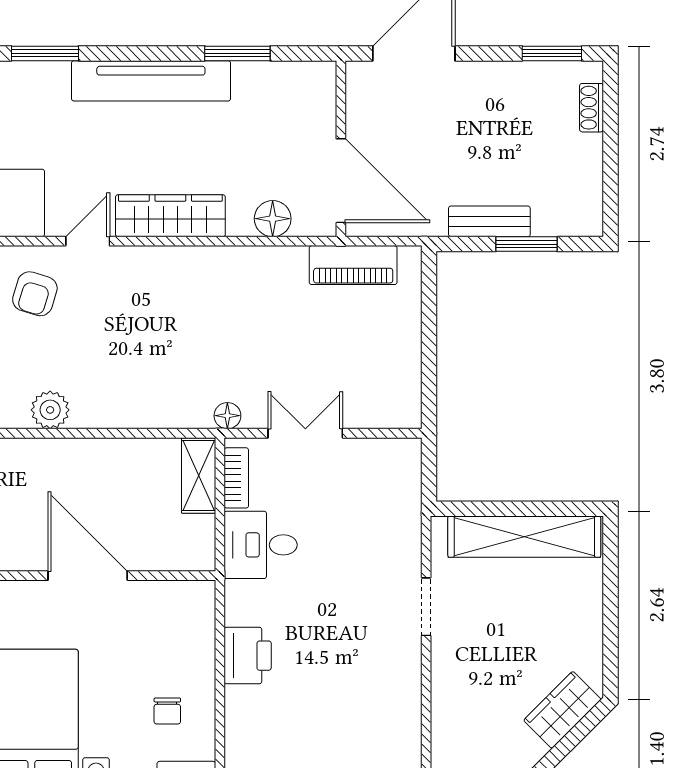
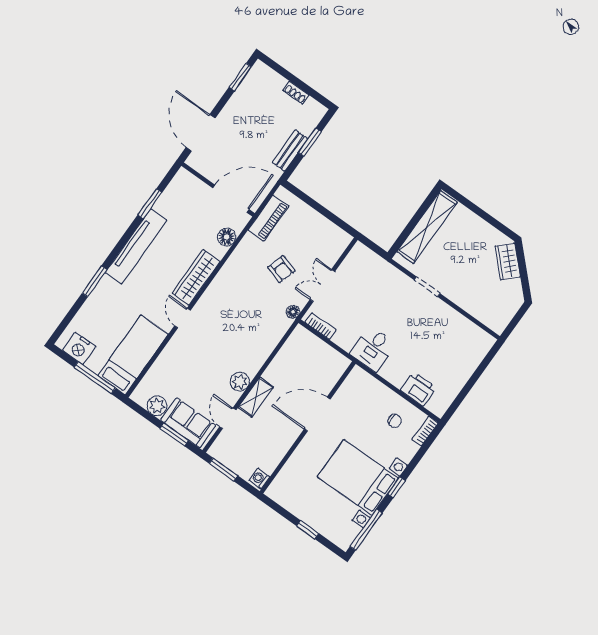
shoe rack: (592, 108) -> (296, 93), moved
armchair: (35, 294) -> (281, 269), moved
shelving: (199, 475) -> (256, 397), moved, turned 90
desk: (261, 545) -> (373, 349), moved
printer: (248, 656) -> (418, 389), moved

